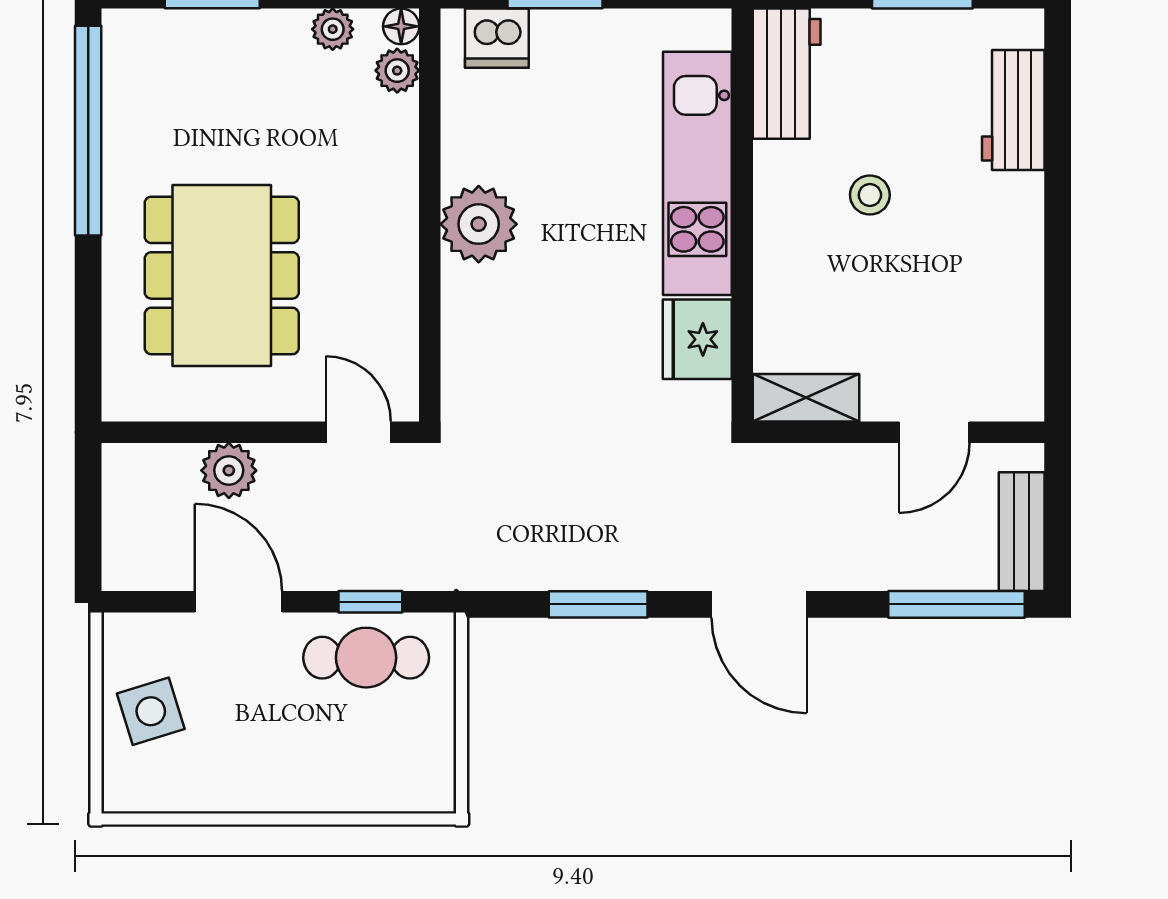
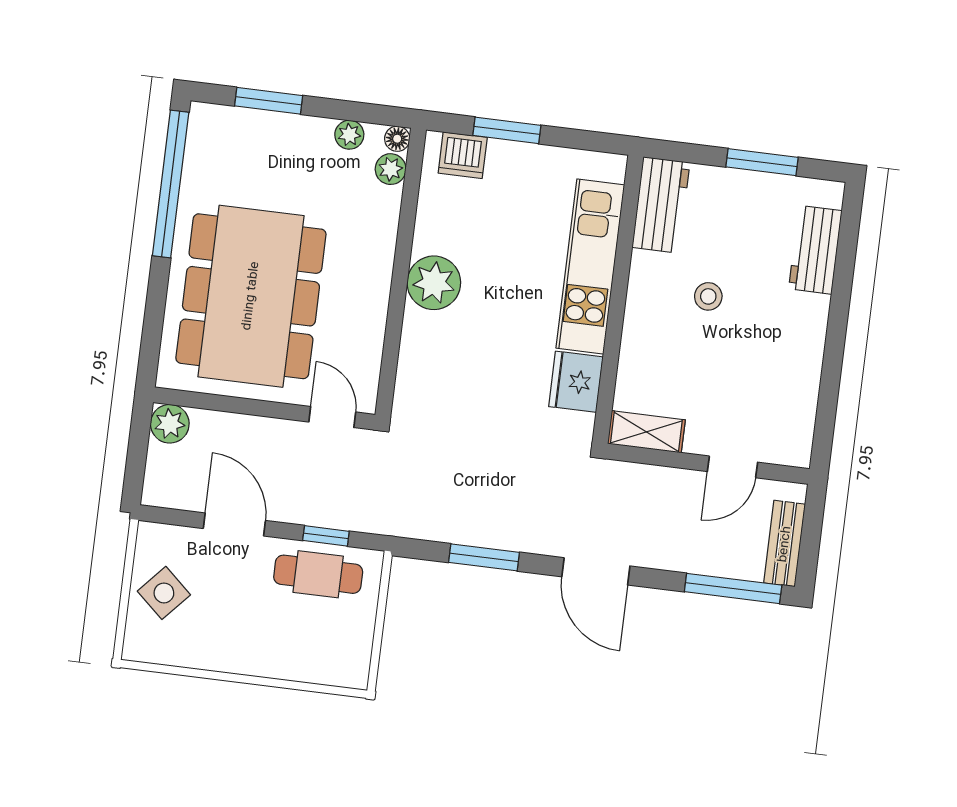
dining table: (222, 275) -> (251, 296), width x1.36, depth x1.24
plant: (229, 470) -> (170, 424), moved
side table: (151, 711) -> (164, 593), turned -31

